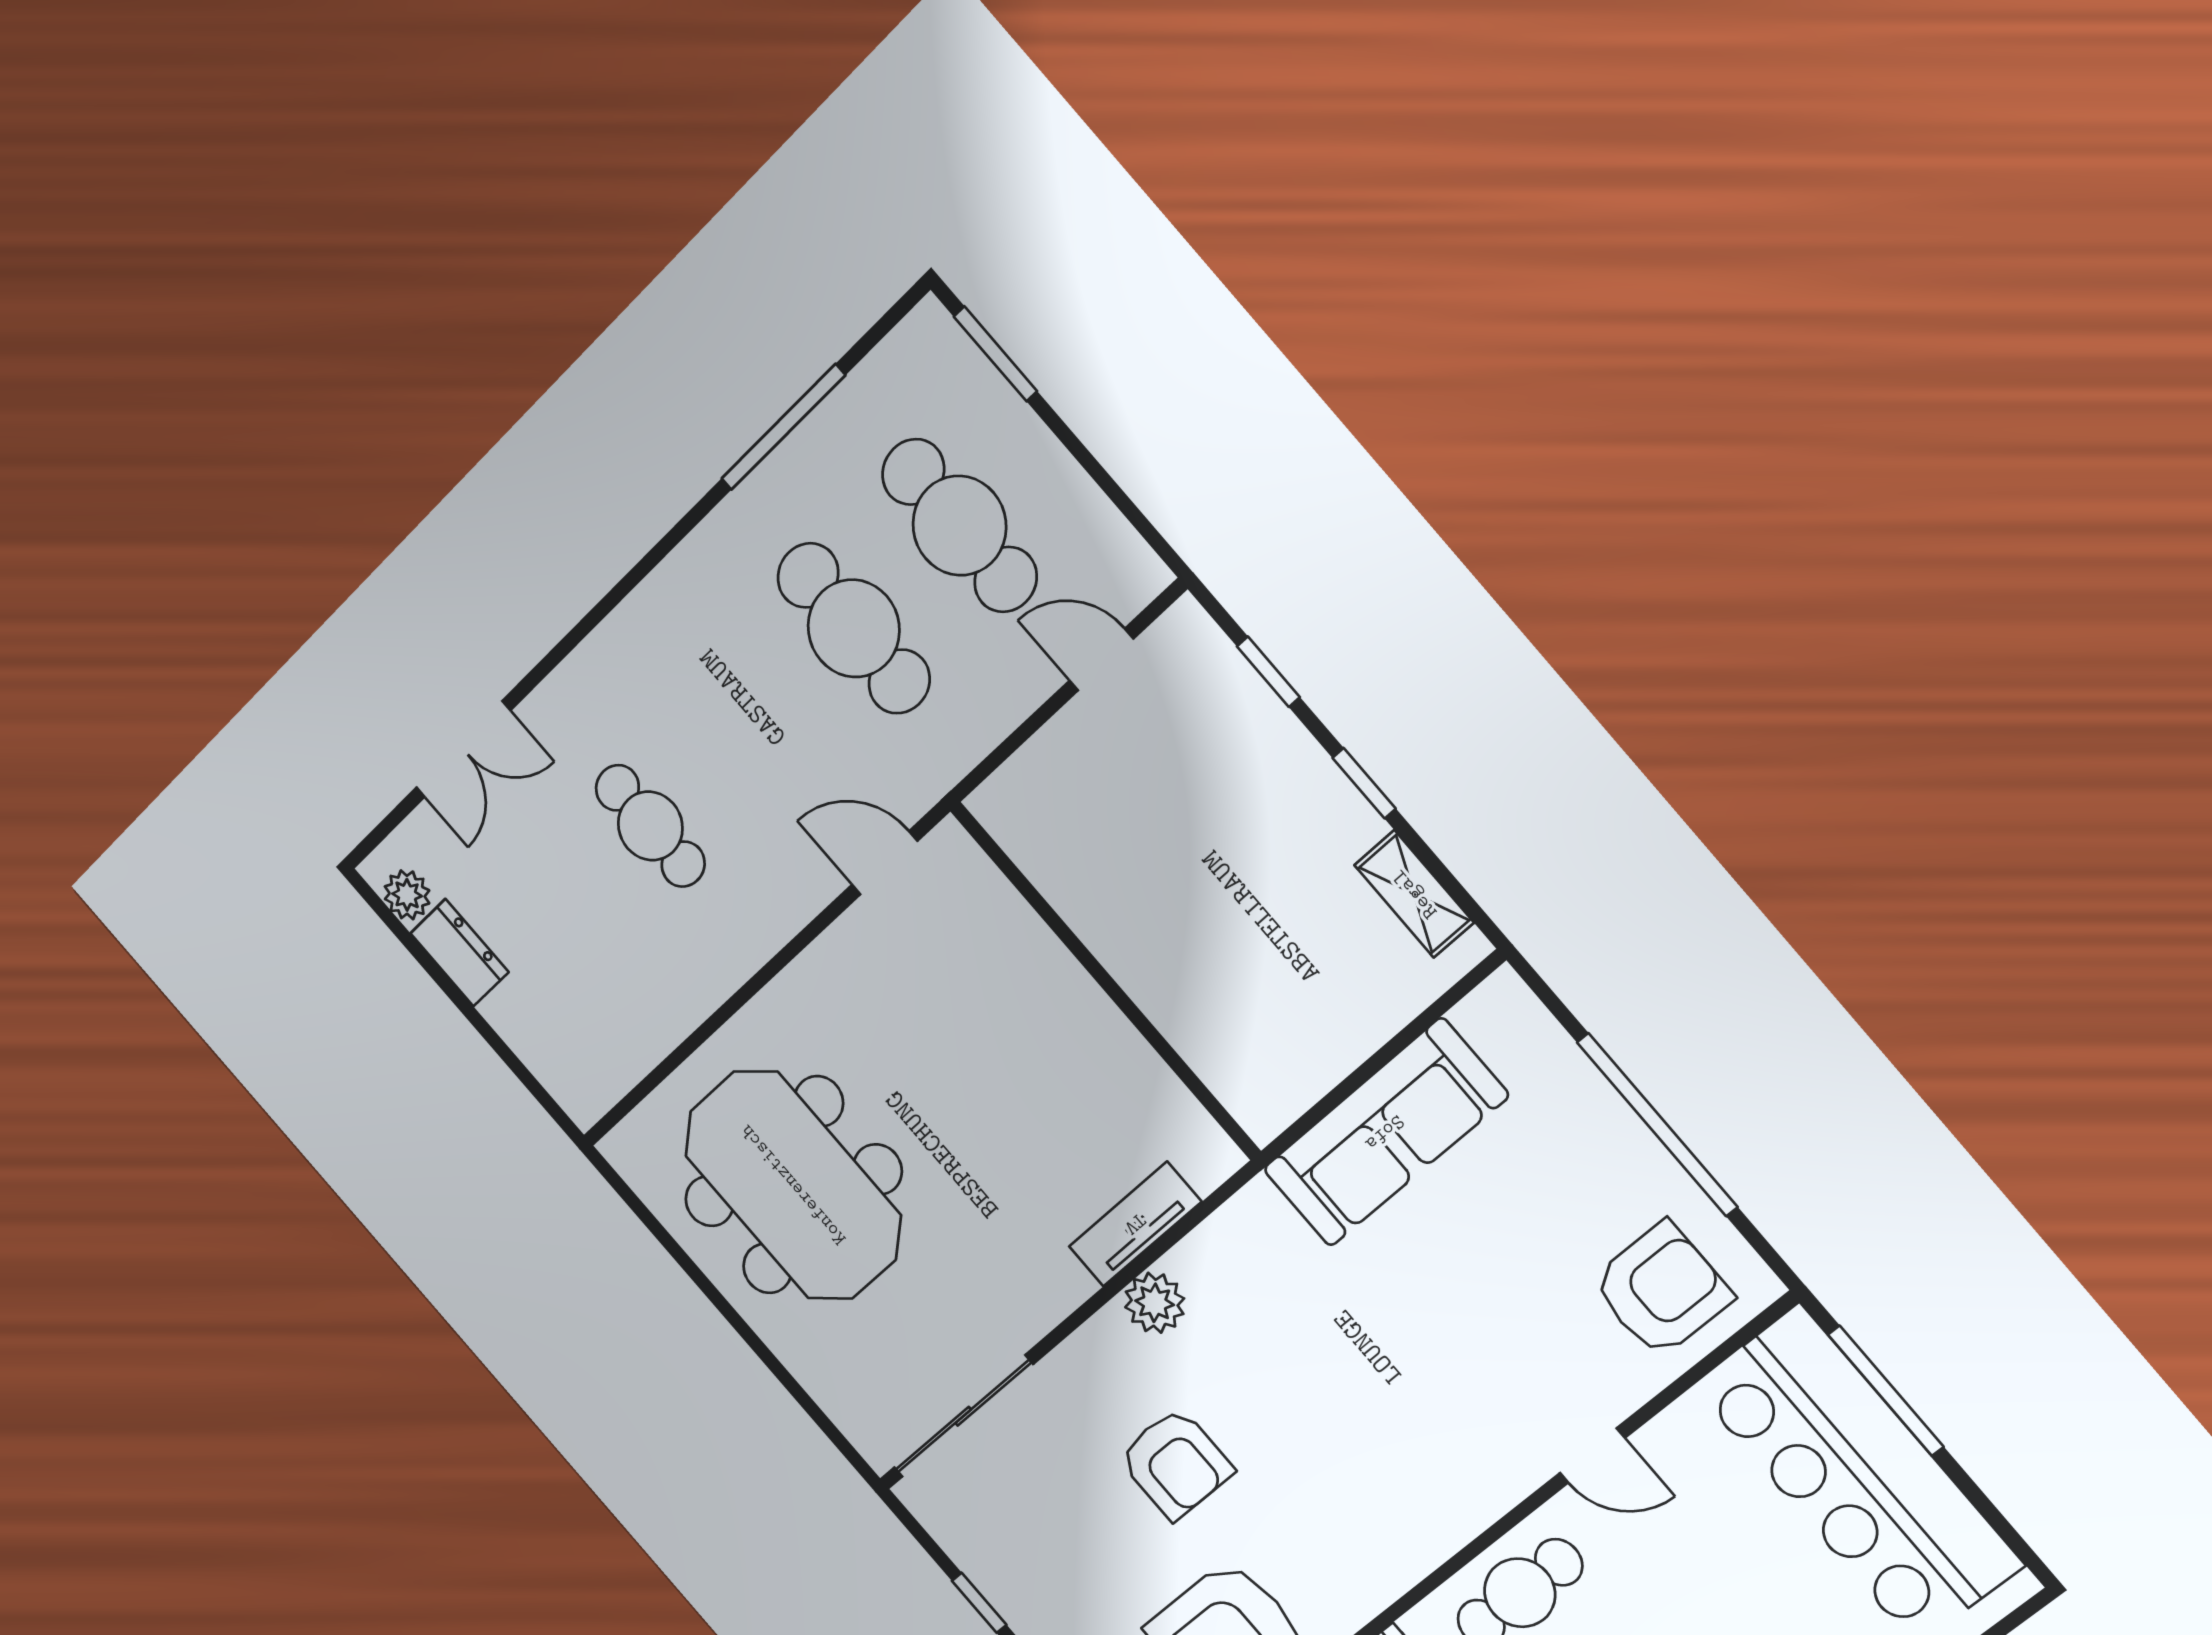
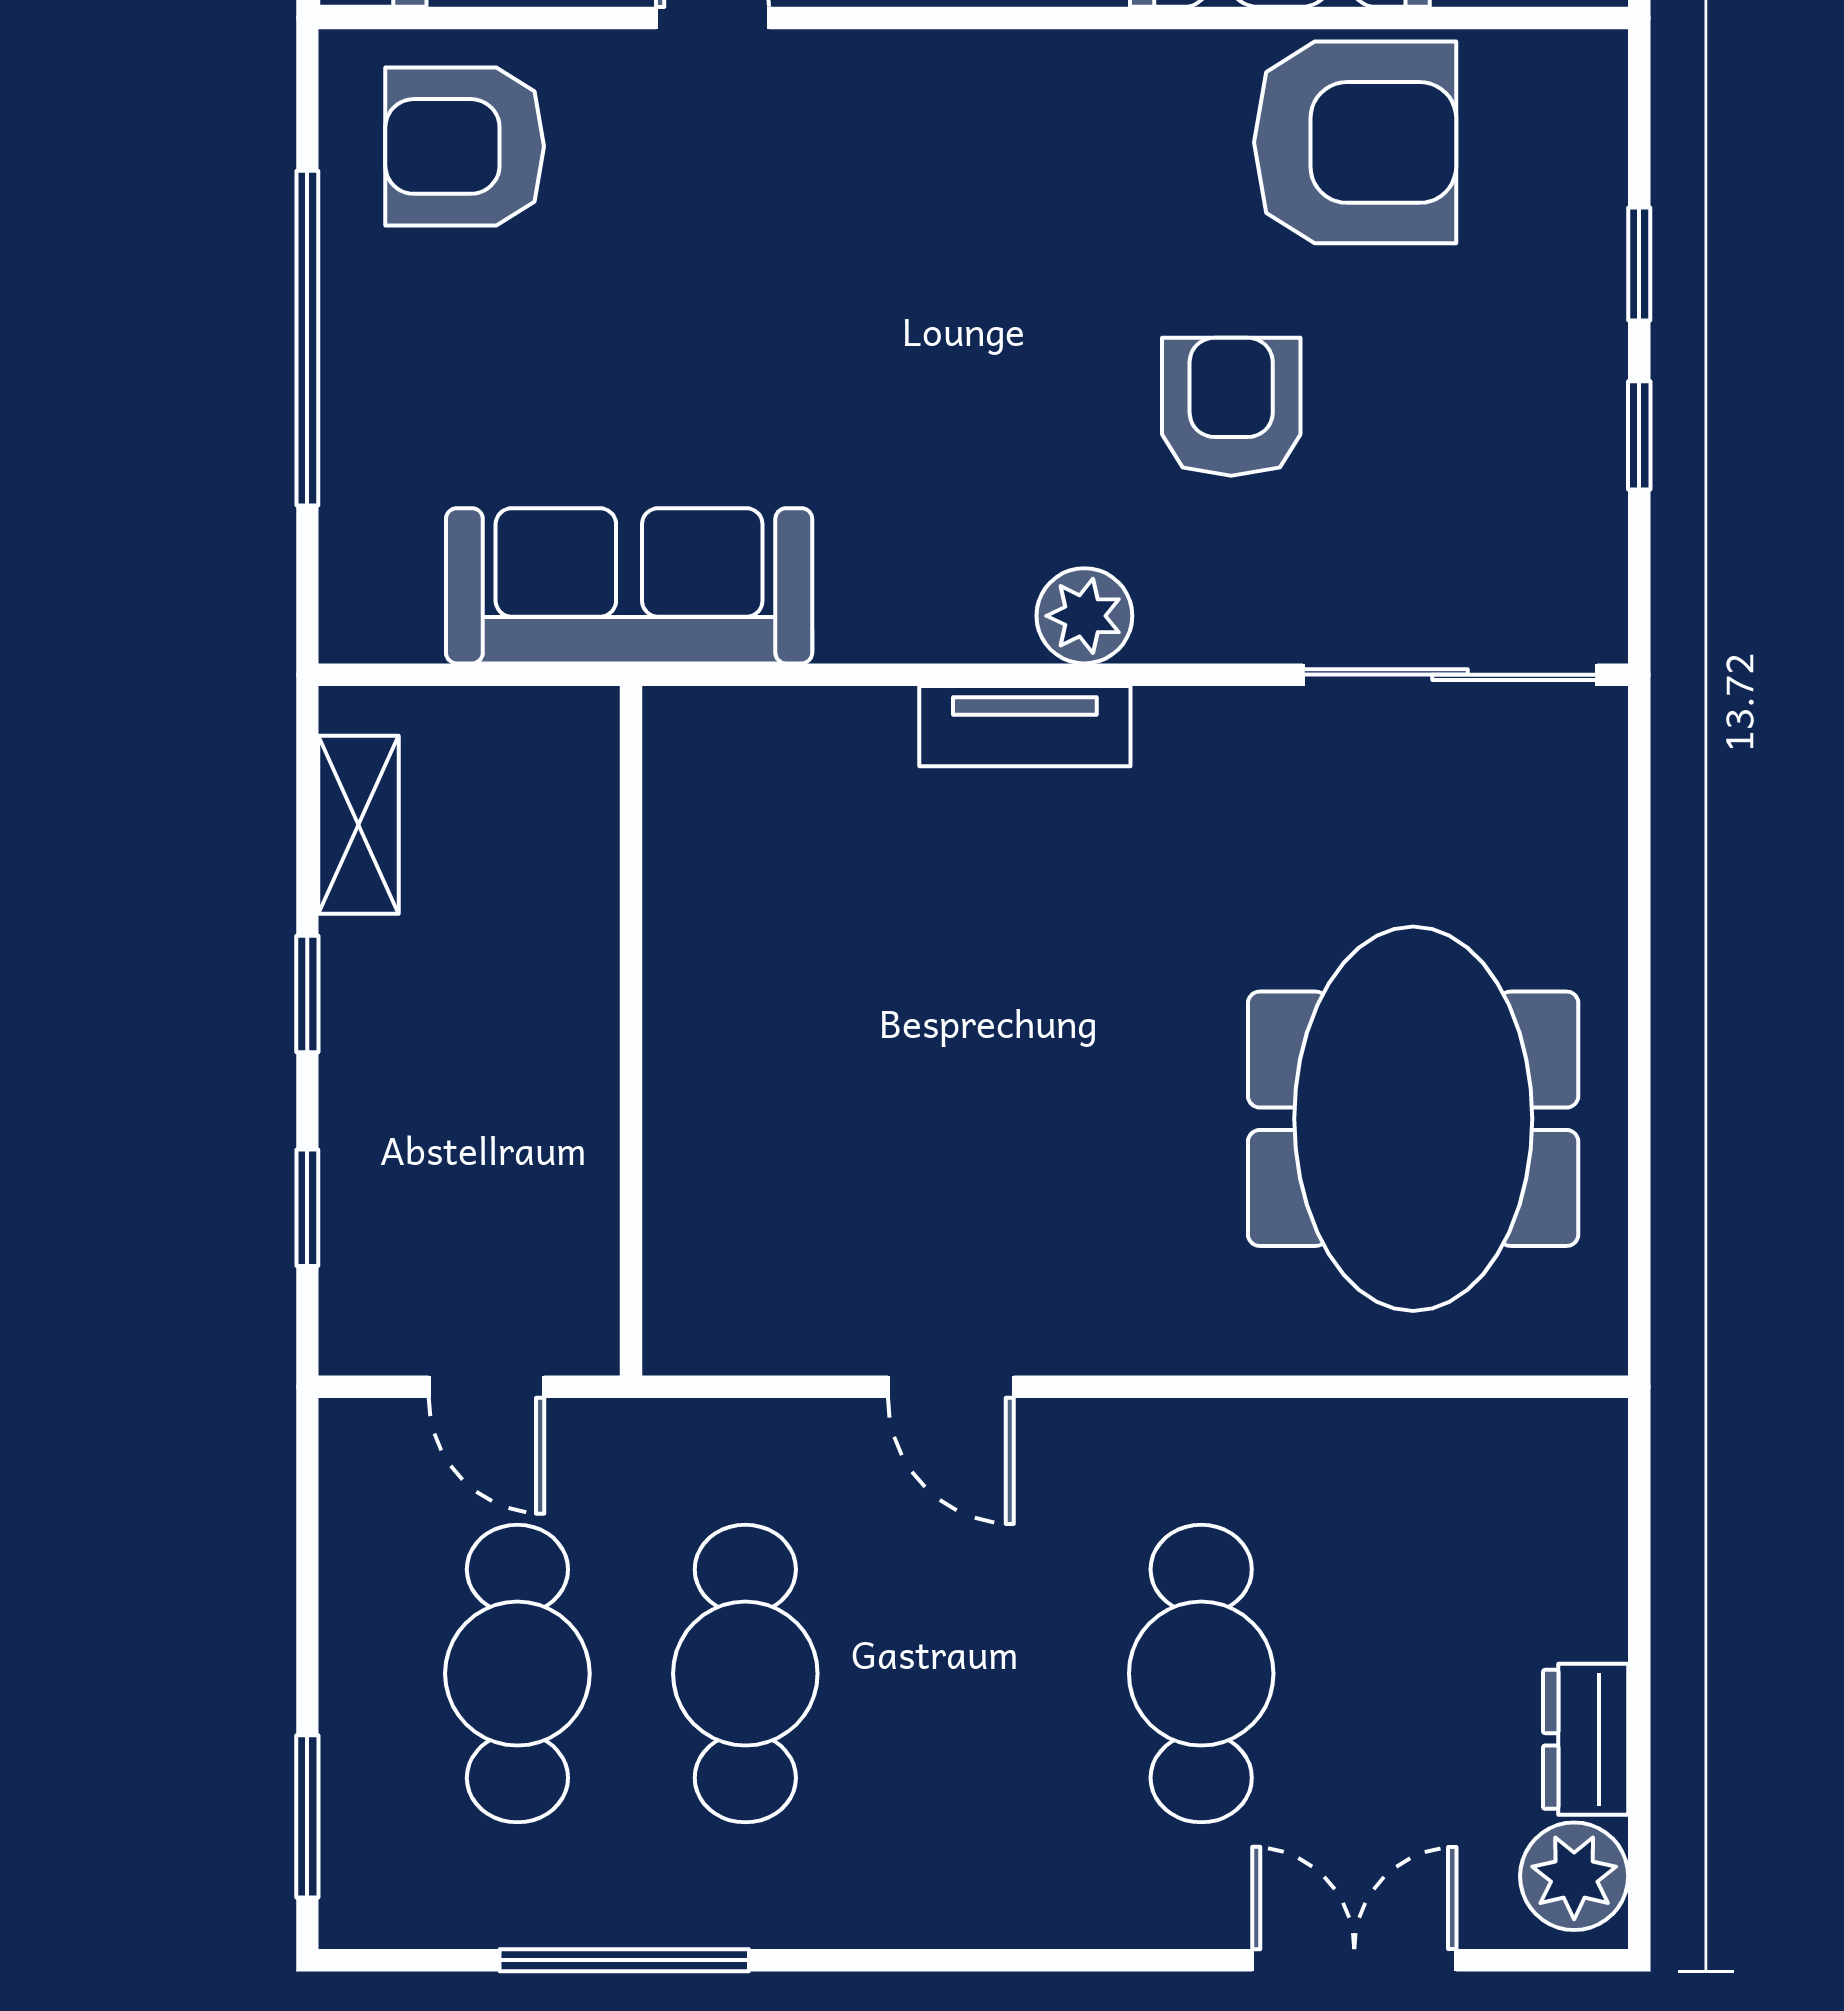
cafe table: (650, 826) -> (1201, 1674), width x1.37, depth x1.35
plant: (407, 895) -> (1574, 1876), width x1.38, depth x1.38
wall: (1106, 981) -> (631, 1031), moved

